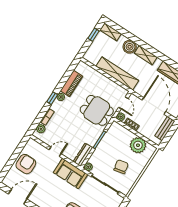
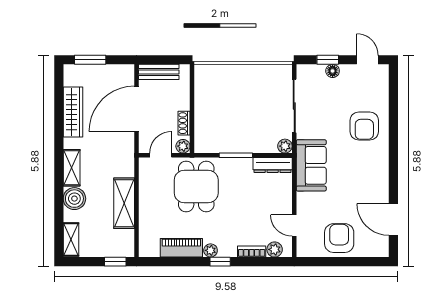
window: (93, 35) -> (115, 262), moved
shelving: (117, 73) -> (124, 203), width x0.68
plant: (138, 145) -> (208, 95), removed
door: (55, 152) -> (294, 226), moved
armchair: (26, 164) -> (339, 238), turned 90
chair: (121, 167) -> (254, 99), removed

